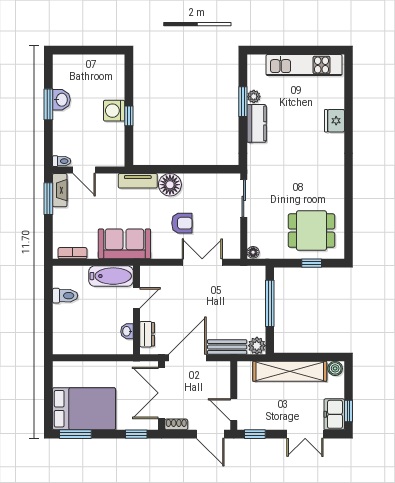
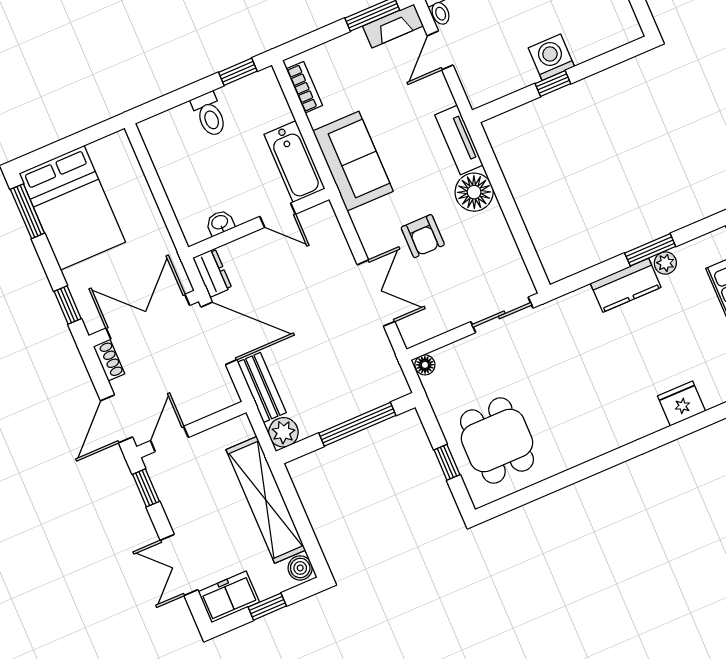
window: (48, 286) -> (238, 72), added
toilet: (65, 296) -> (209, 114), moved
dresser: (147, 334) -> (212, 273), moved, turned -90
window: (349, 411) -> (267, 607), moved

